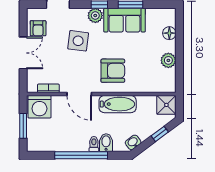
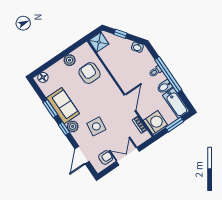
floor lamp: (169, 33) -> (43, 77), moved
armchair: (113, 71) -> (89, 73), moved
bathtub: (118, 104) -> (176, 103), moved, turned 180
bidet: (106, 143) -> (164, 87), moved

